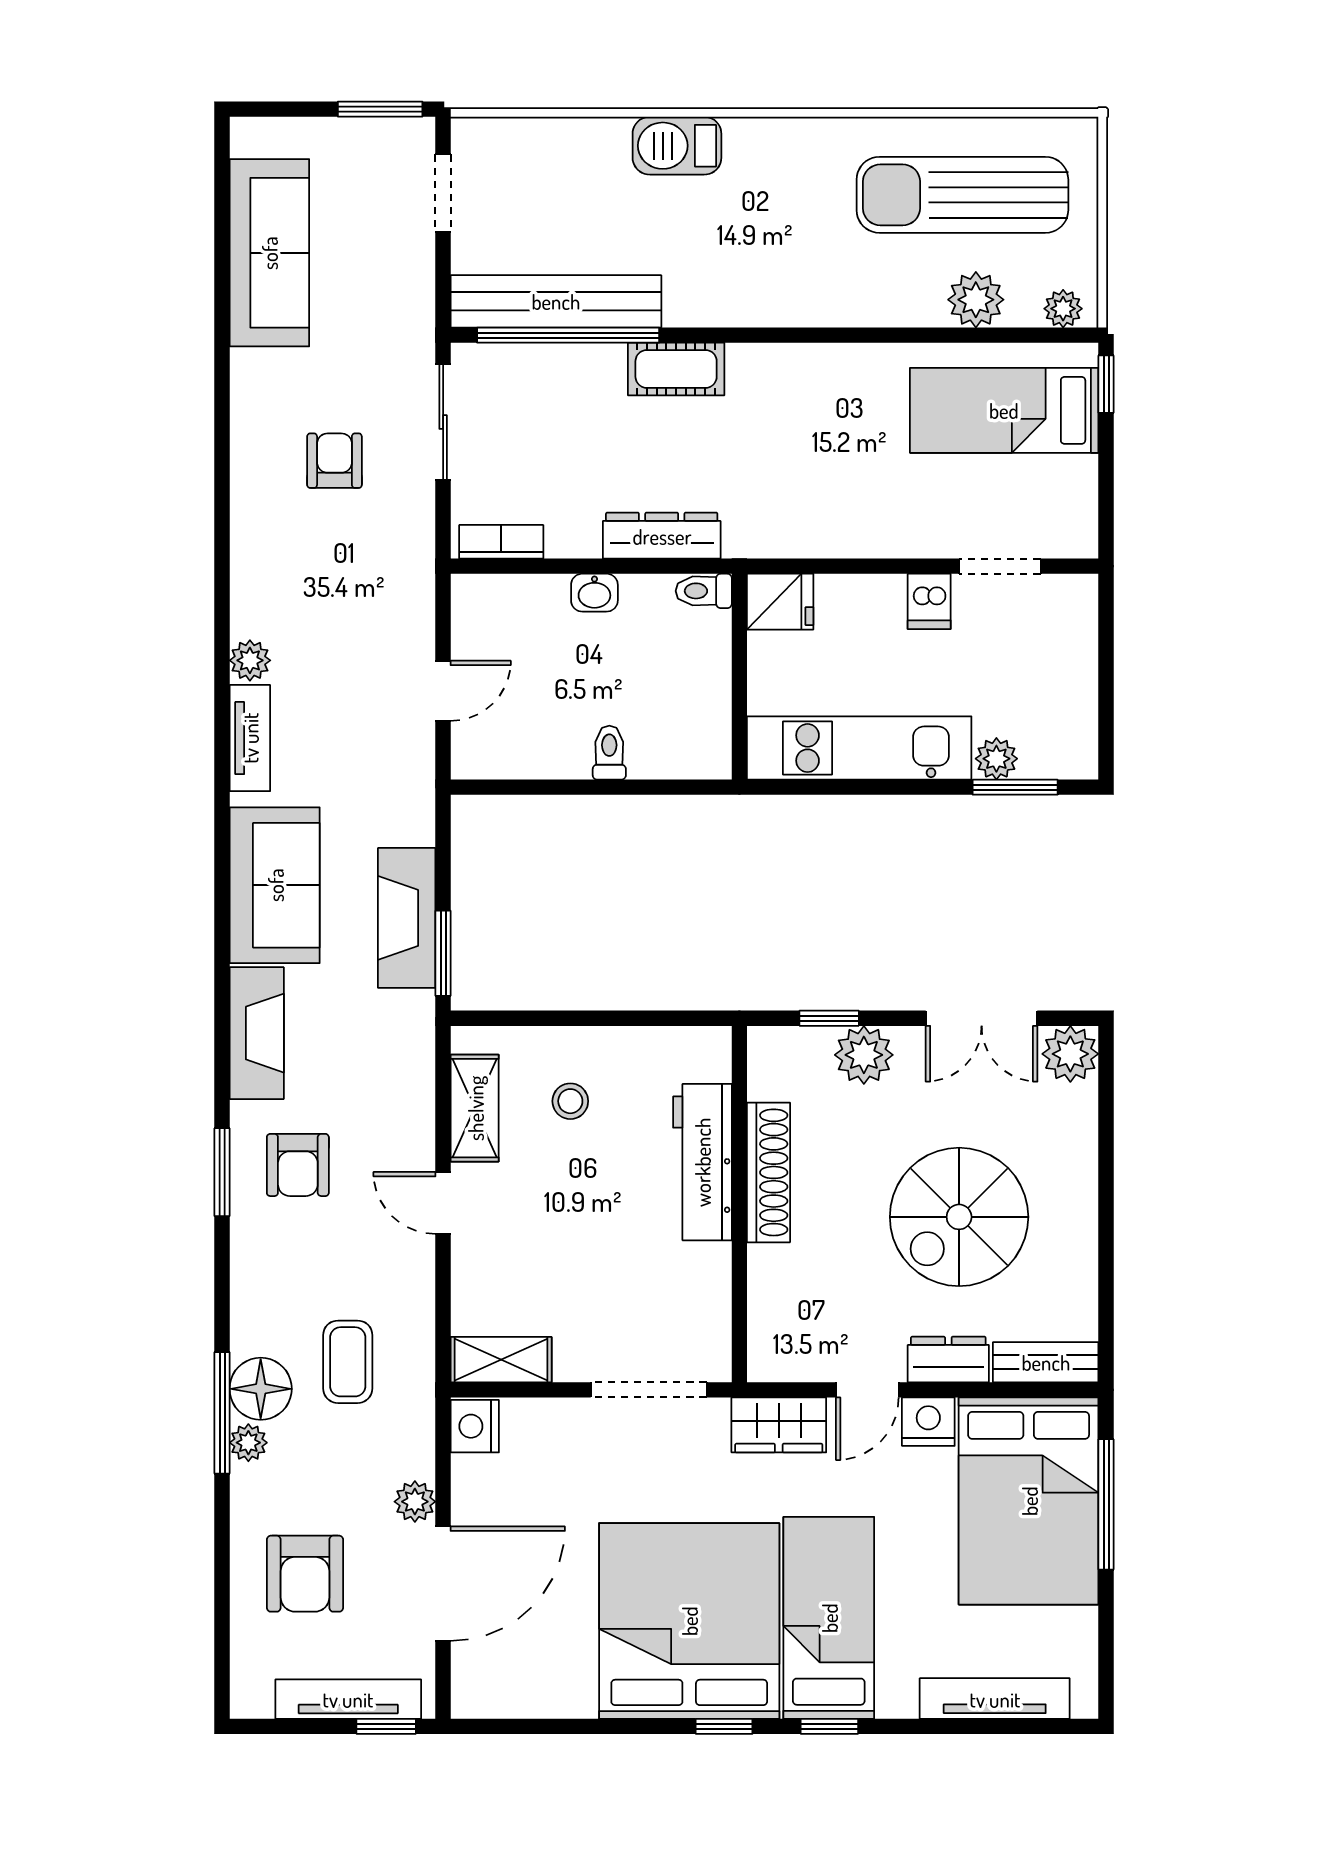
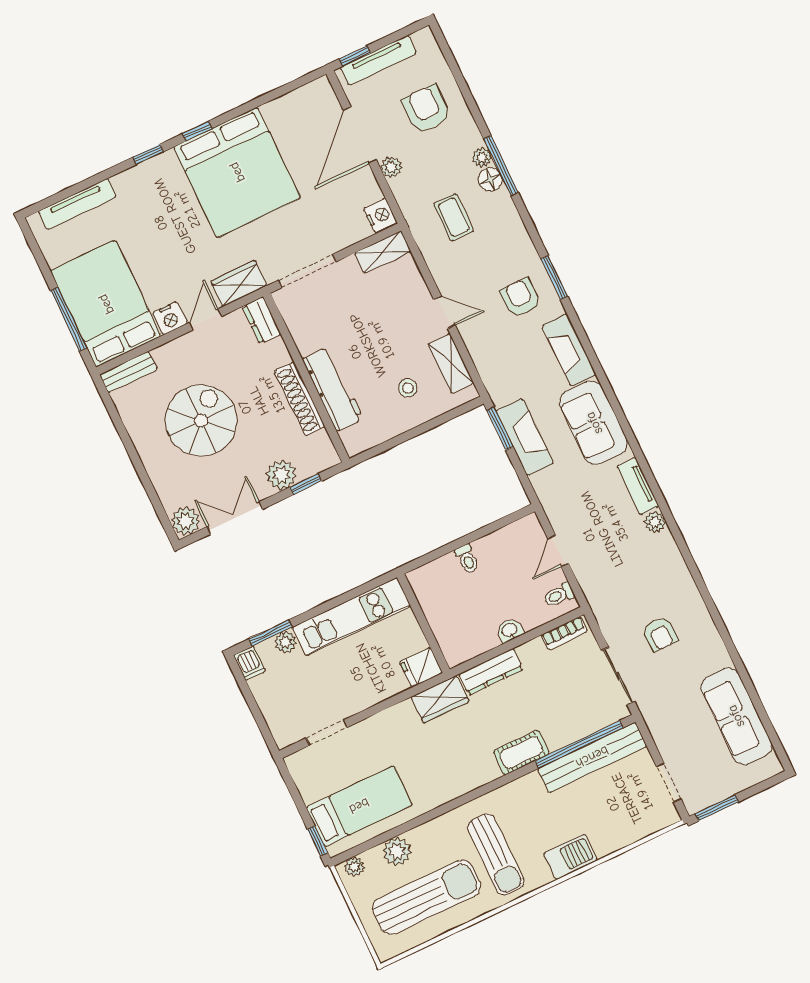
sun lounger: (806, 212) -> (496, 855), added
wardrobe: (774, 530) -> (440, 699), added
toilet: (704, 591) -> (559, 595), moved, turned 180
dishwasher: (929, 601) -> (249, 663), moved, turned 180
dresser: (948, 1360) -> (262, 320), moved, turned 90
floor lamp: (261, 1389) -> (490, 179), width x0.73, depth x0.73
bed: (829, 1618) -> (173, 205), removed

